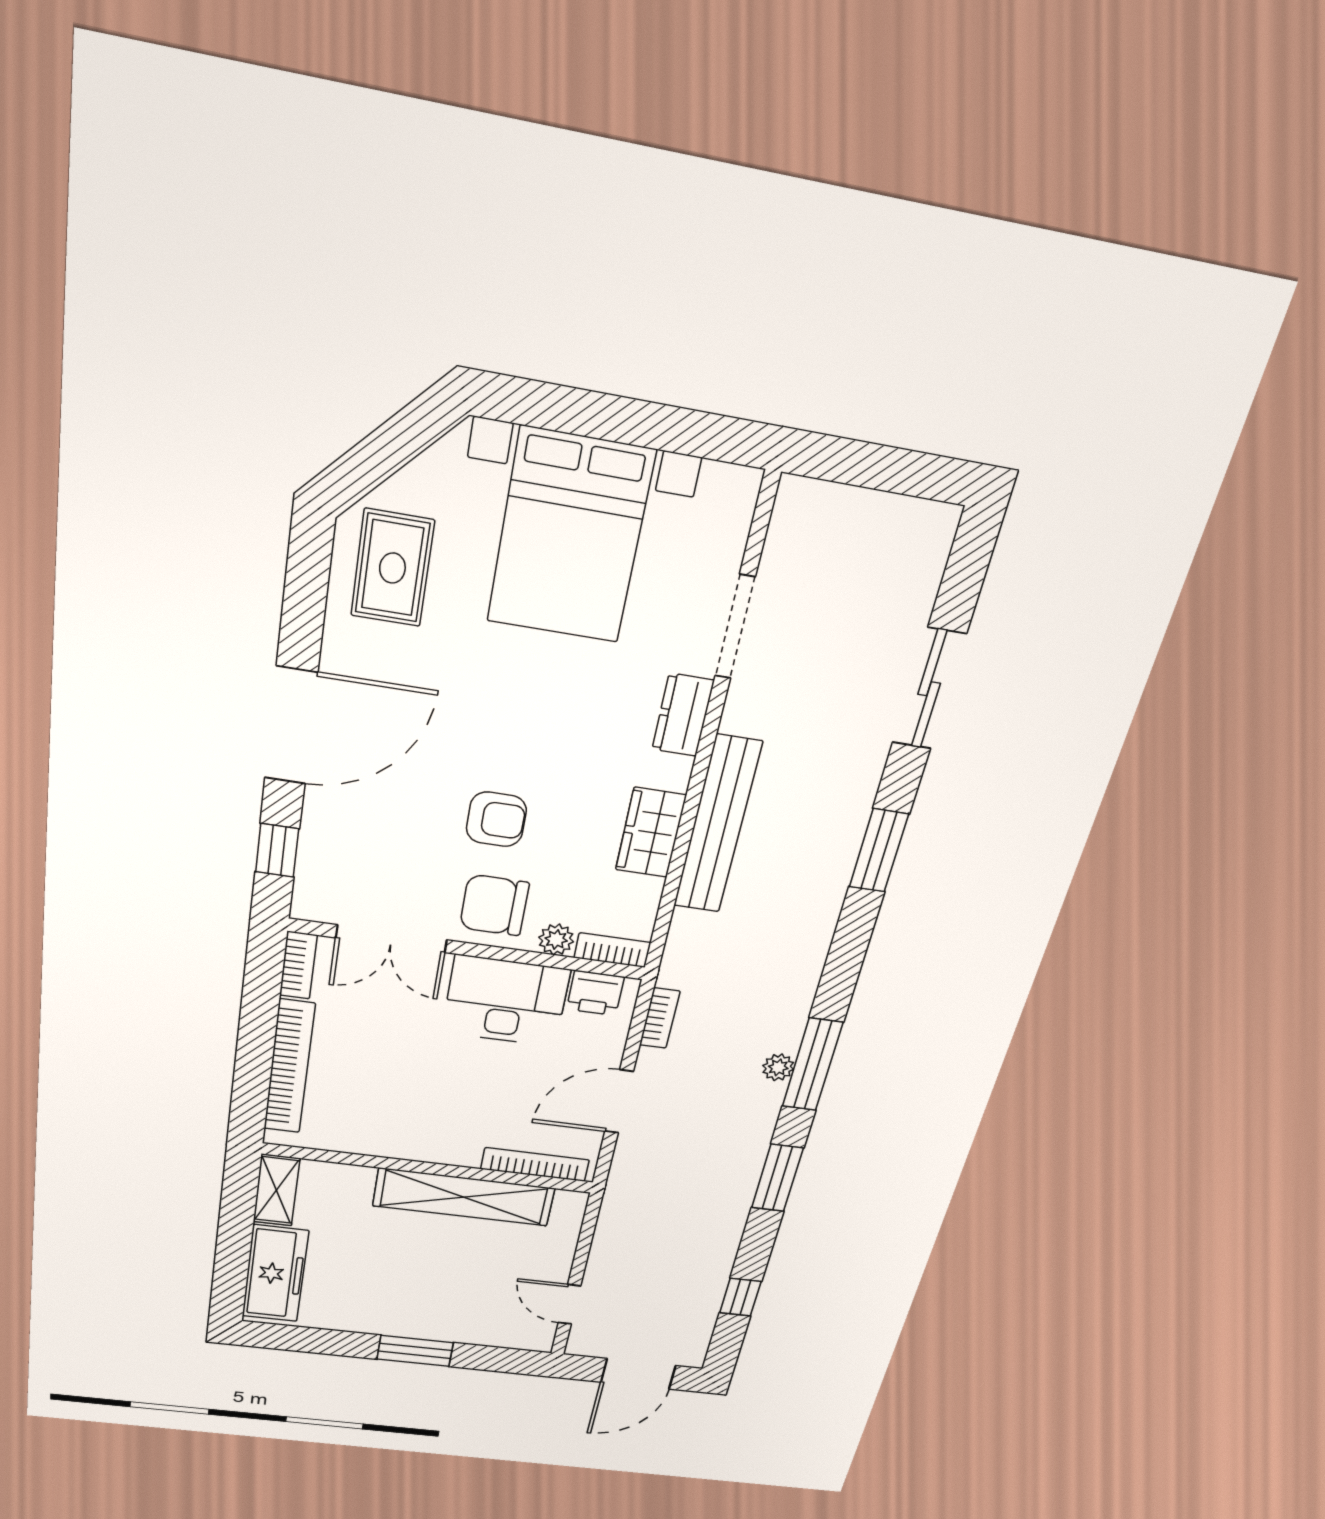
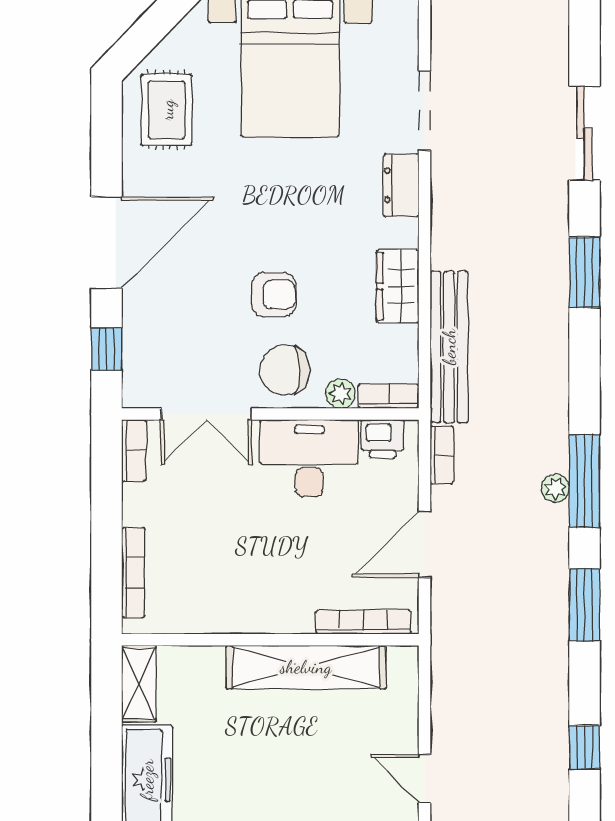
bench: (717, 825) -> (449, 347), moved
bookcase: (289, 1067) -> (133, 573), width x0.68, depth x0.76

